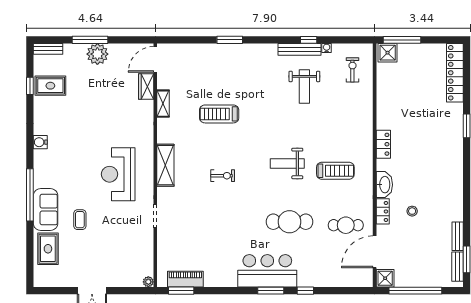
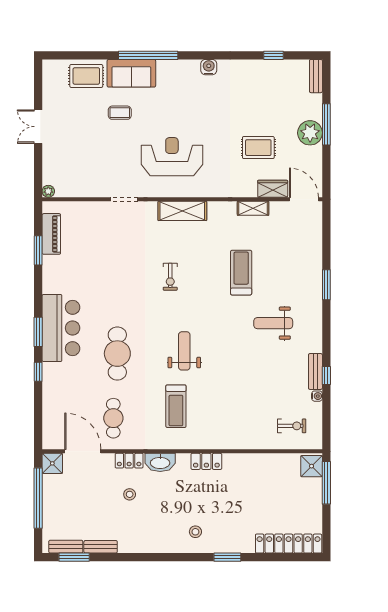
bench: (299, 49) -> (315, 371), width x0.73
rug: (50, 86) -> (258, 148), moved, turned 90
weight bench: (304, 87) -> (273, 323), moved
stool: (445, 154) -> (195, 532), added
window: (181, 291) -> (38, 250), moved

